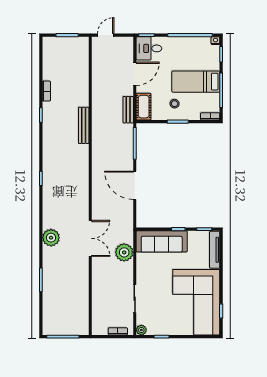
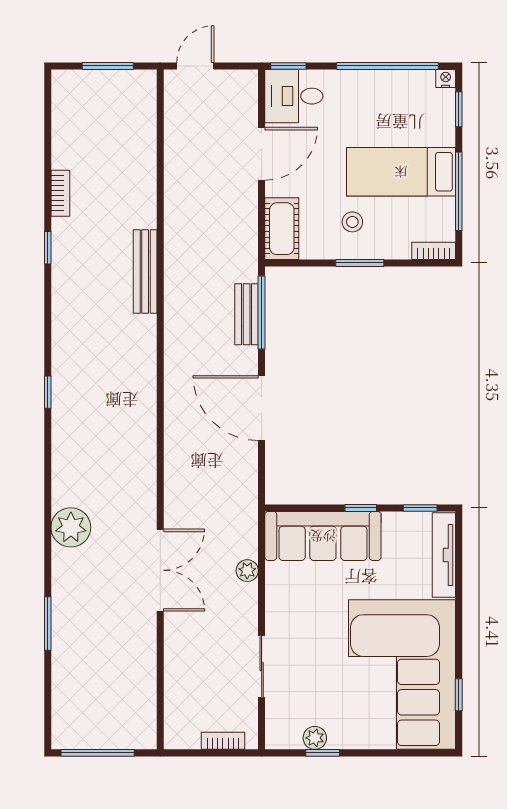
bench: (128, 110) -> (247, 314), moved
double door: (90, 238) -> (160, 570), moved
plant: (124, 252) -> (247, 571), width x0.53, depth x0.53
plant: (141, 330) -> (315, 738), moved

